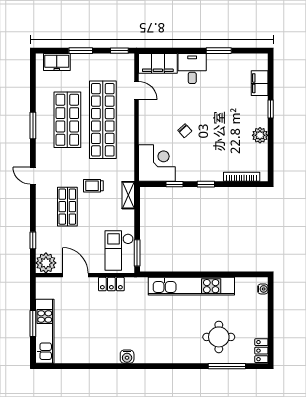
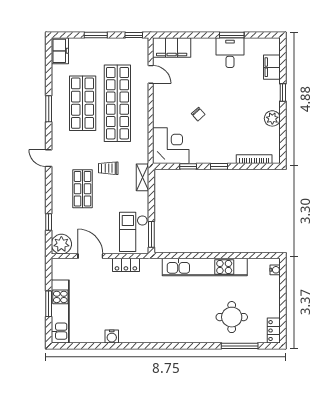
freezer: (57, 62) -> (60, 51), moved, turned -90
desk: (192, 68) -> (230, 53), moved
water cooler: (127, 357) -> (112, 336), moved

